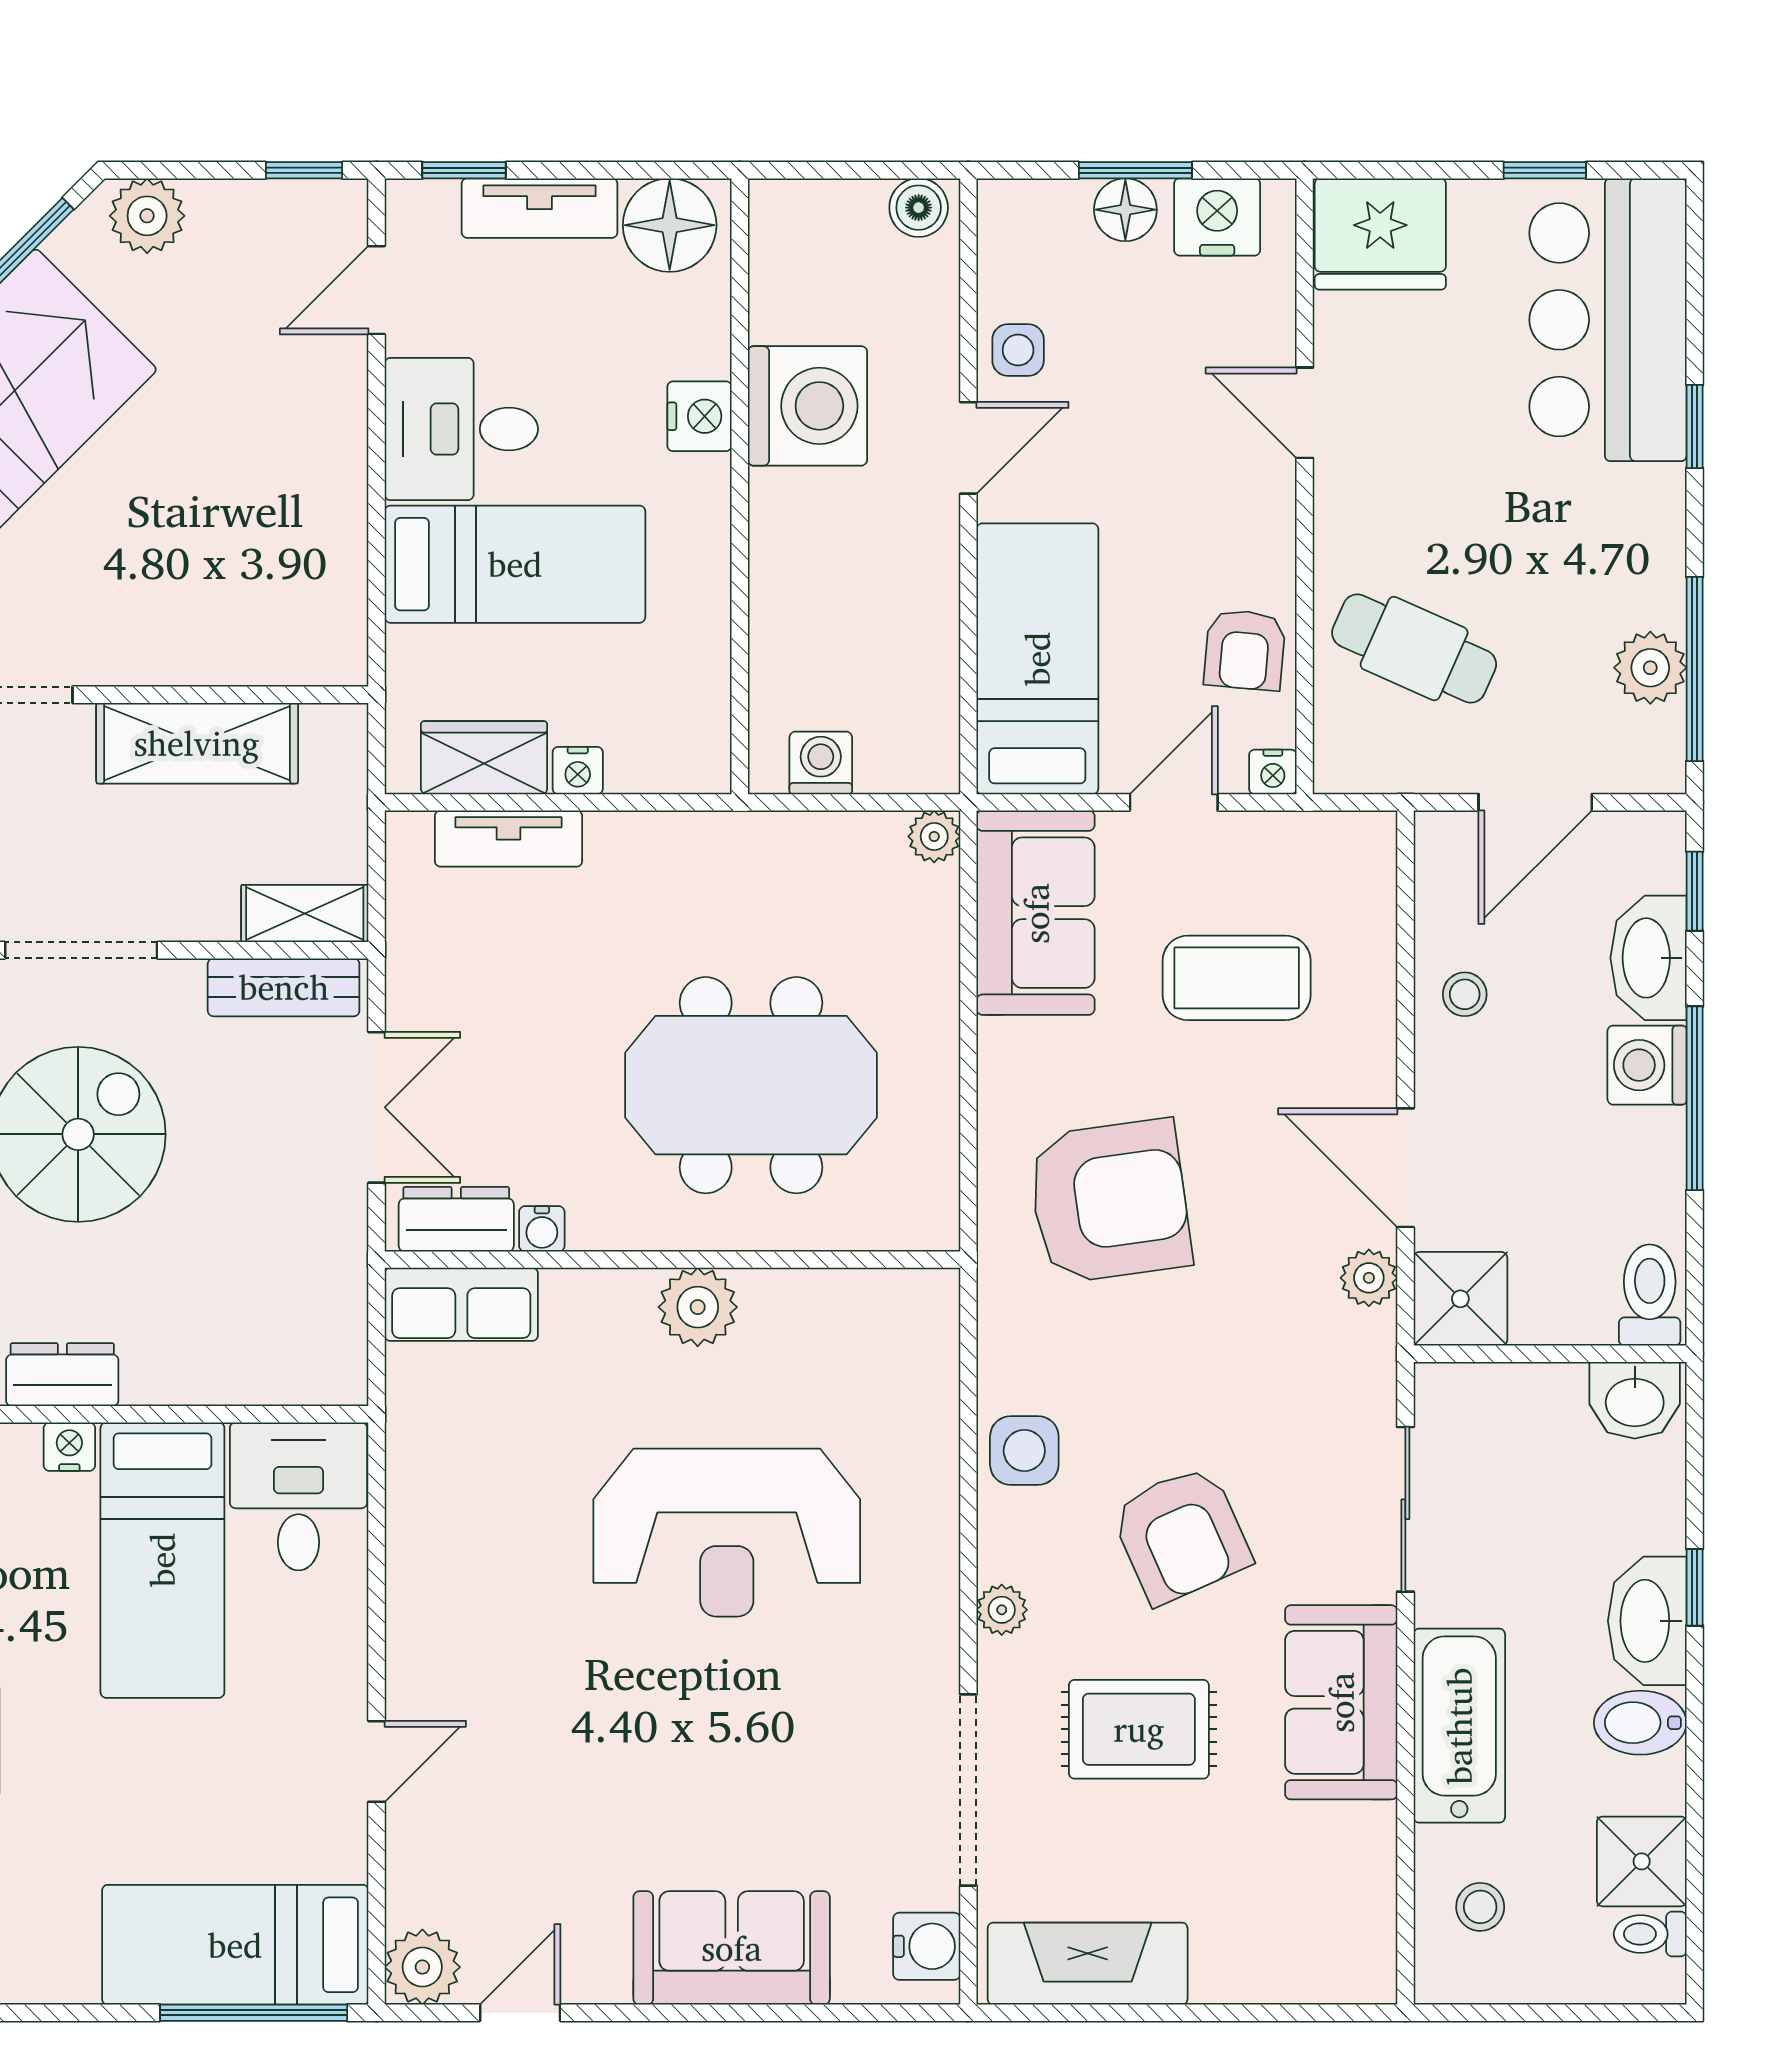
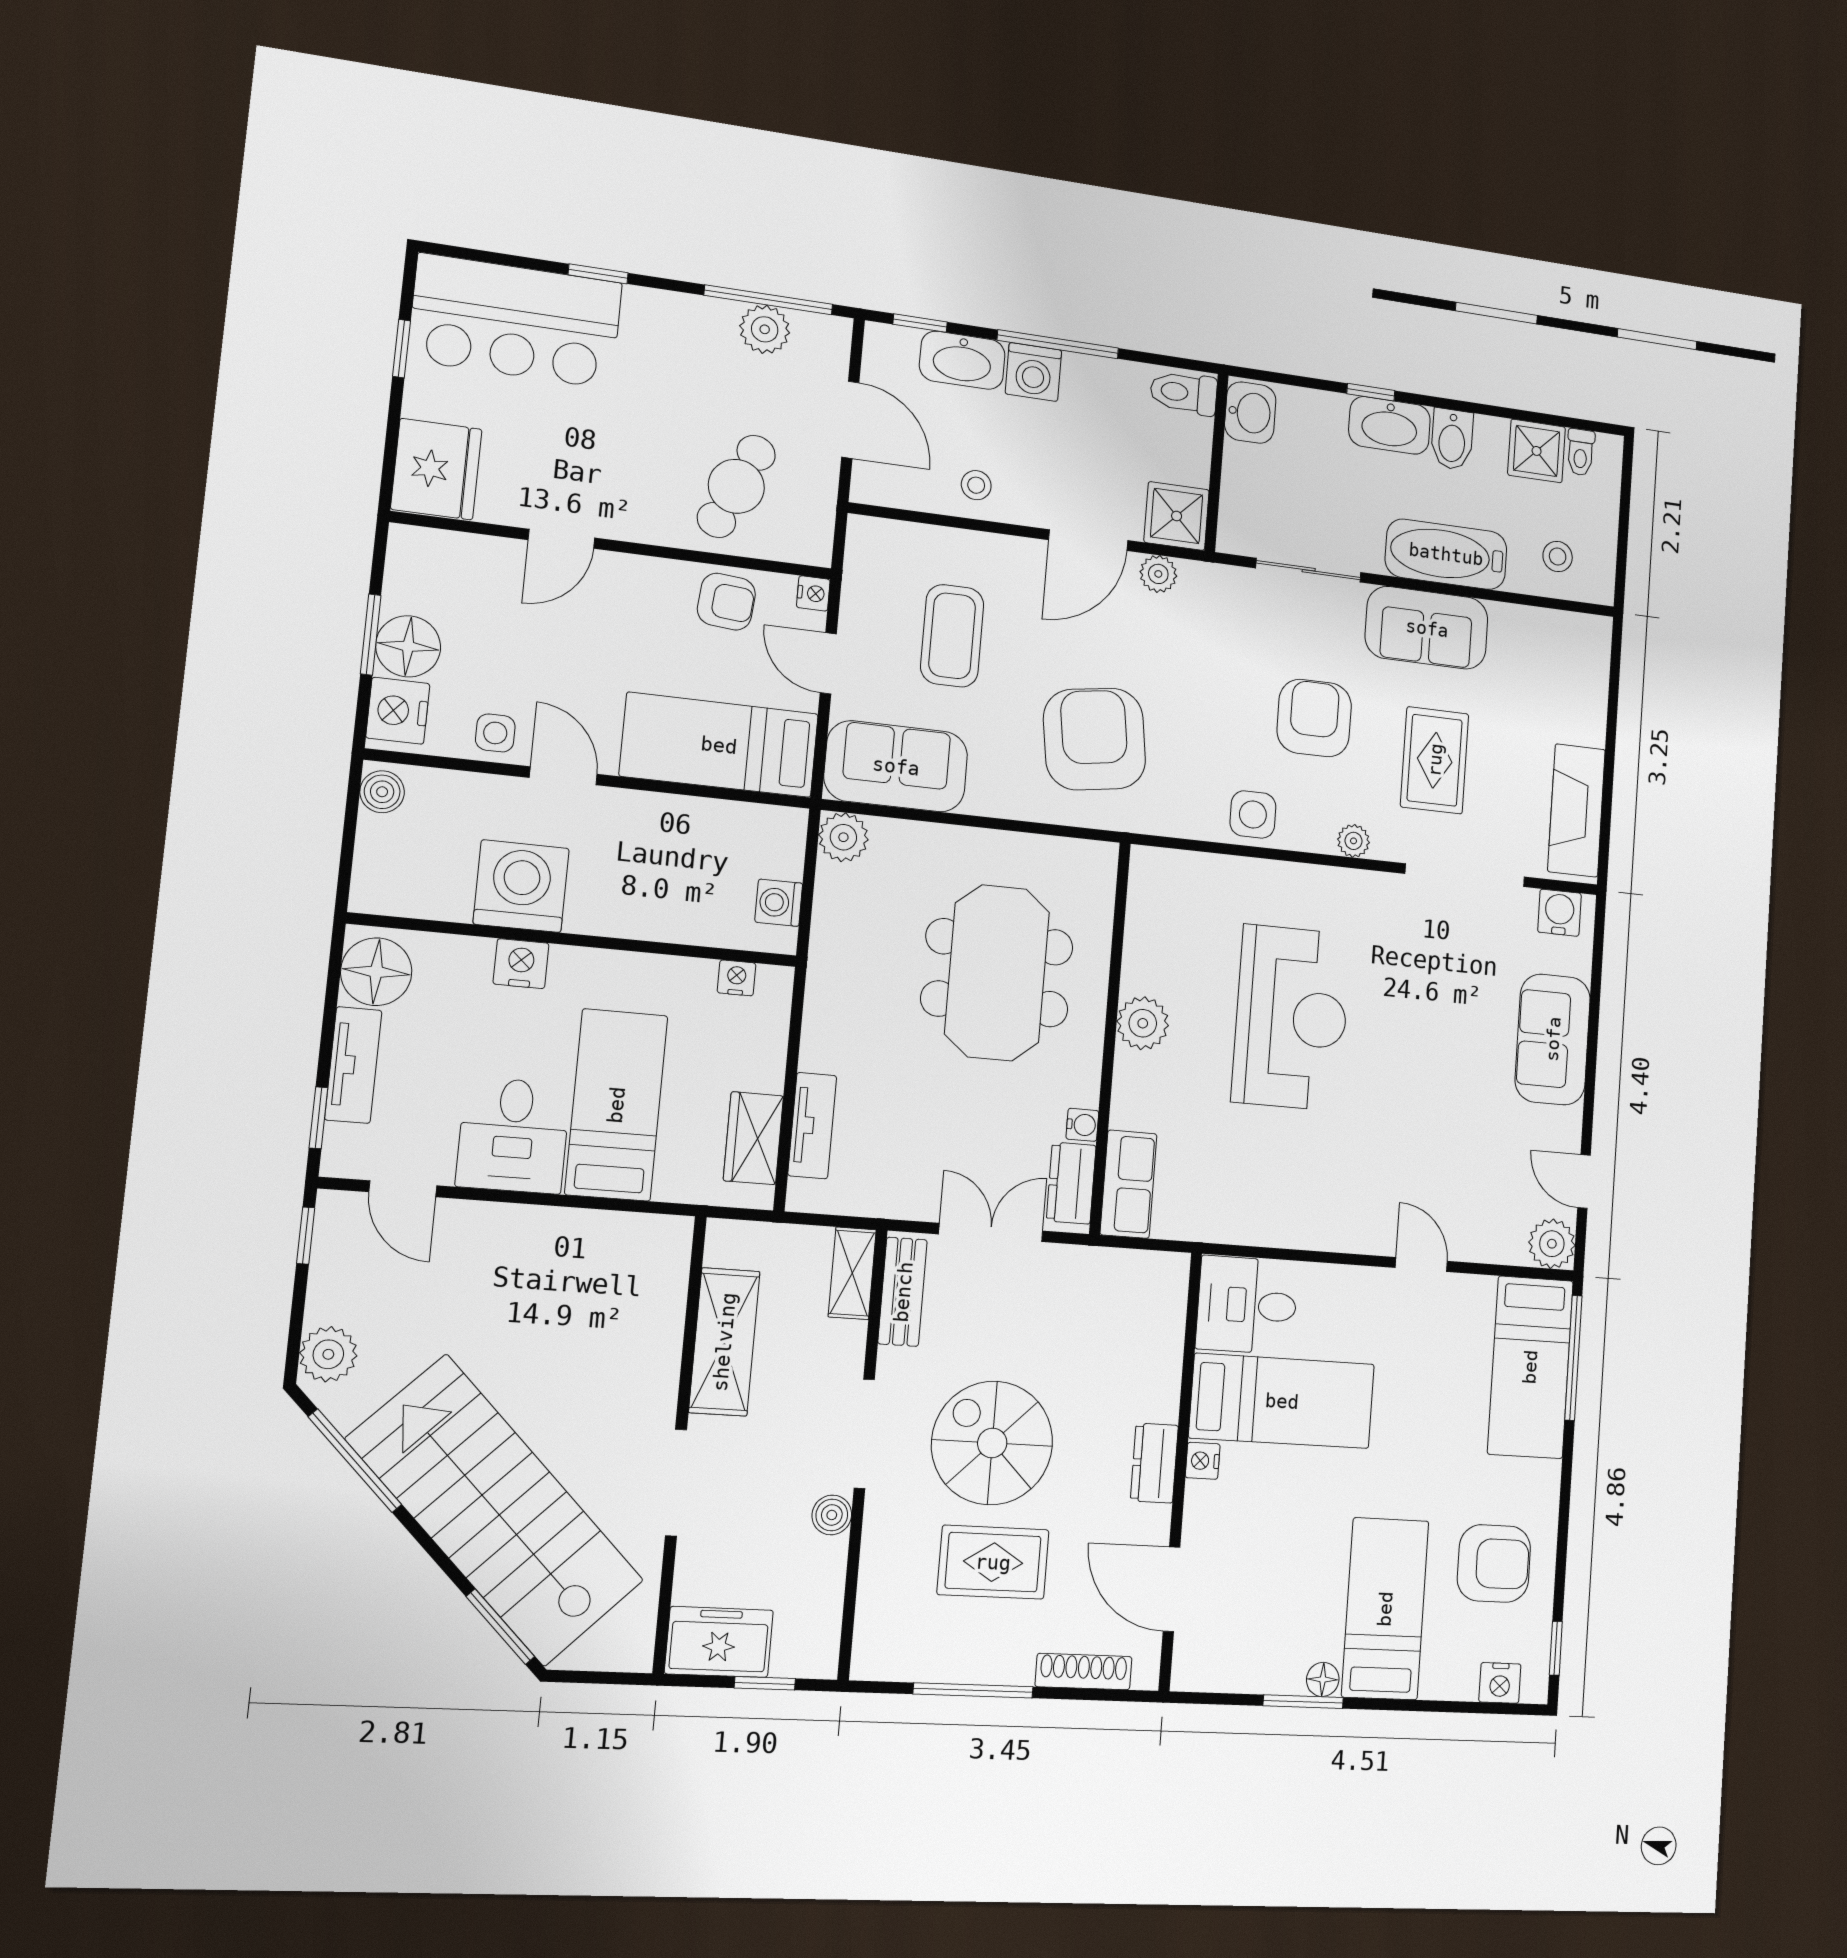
floor lamp: (1125, 210) -> (408, 646), width x1.38, depth x1.38
nightstand: (1217, 217) -> (398, 711), moved
nightstand: (578, 771) -> (737, 978), moved, turned -90
plant: (934, 836) -> (843, 837), width x1.38, depth x1.38
armchair: (1181, 1535) -> (1314, 718), turned -66

